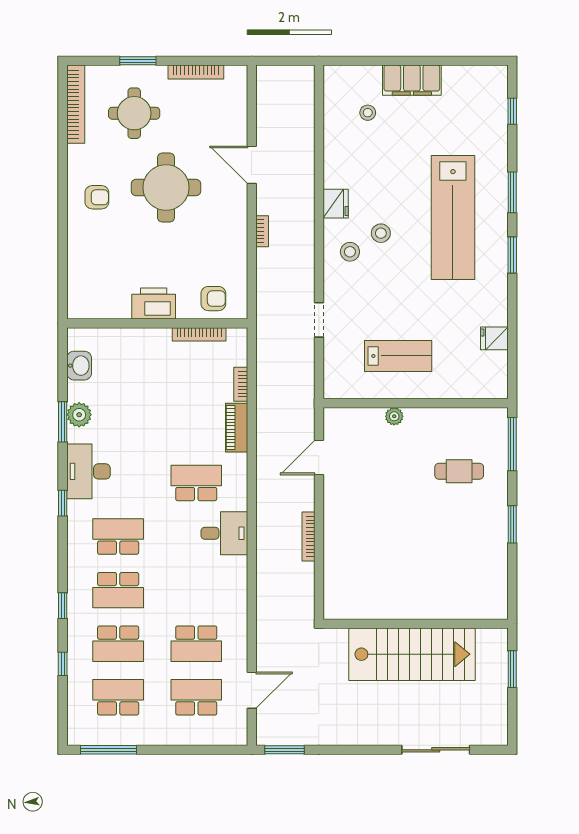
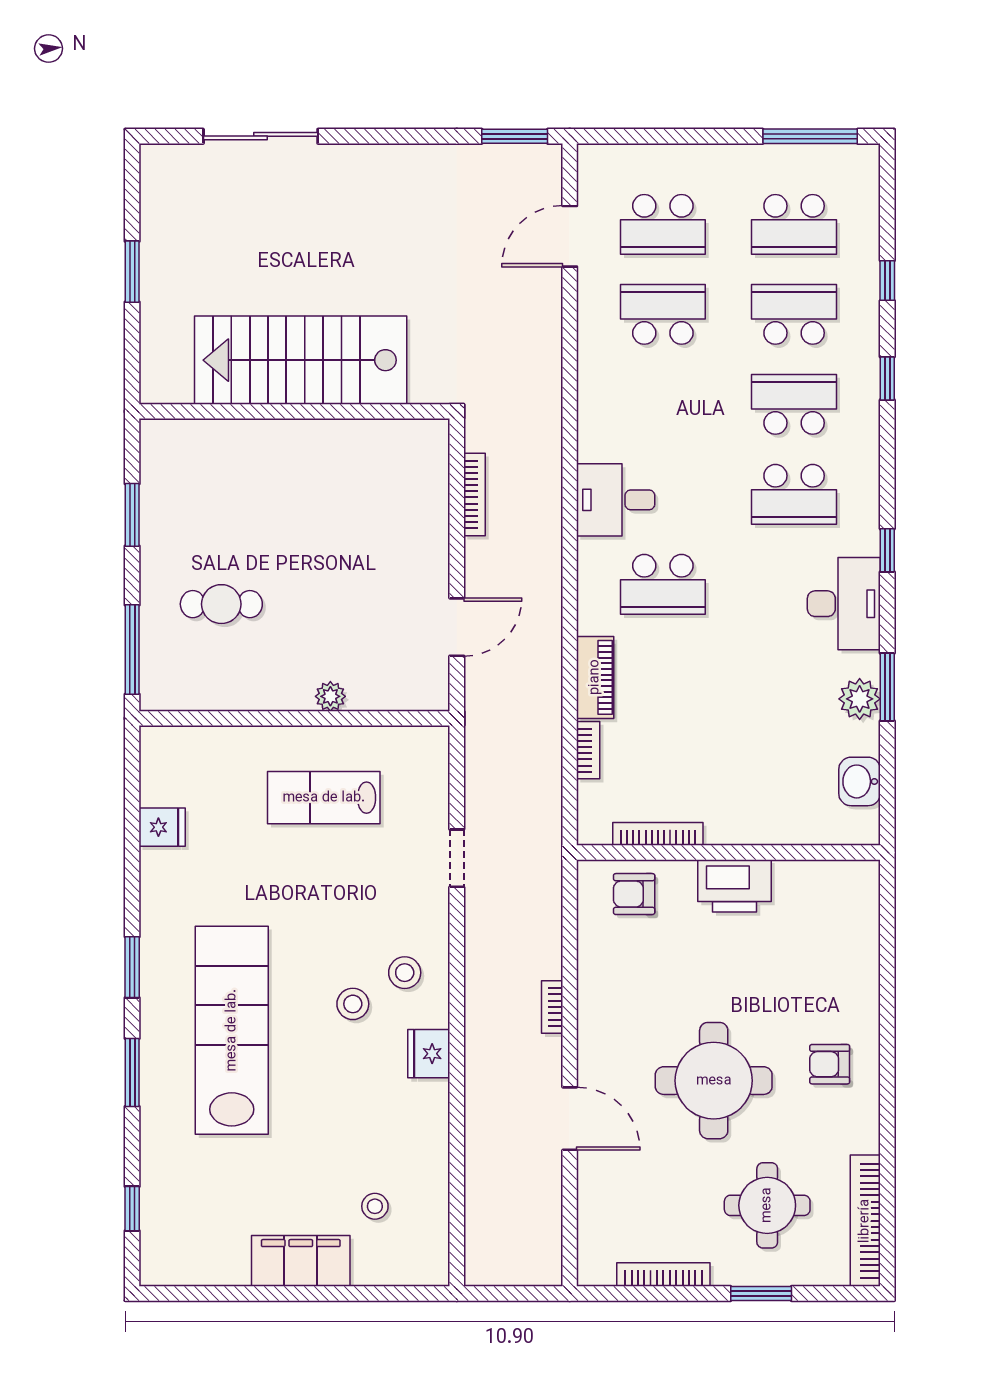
wall: (416, 624) -> (294, 411), moved
stairs: (412, 654) -> (301, 360), moved

